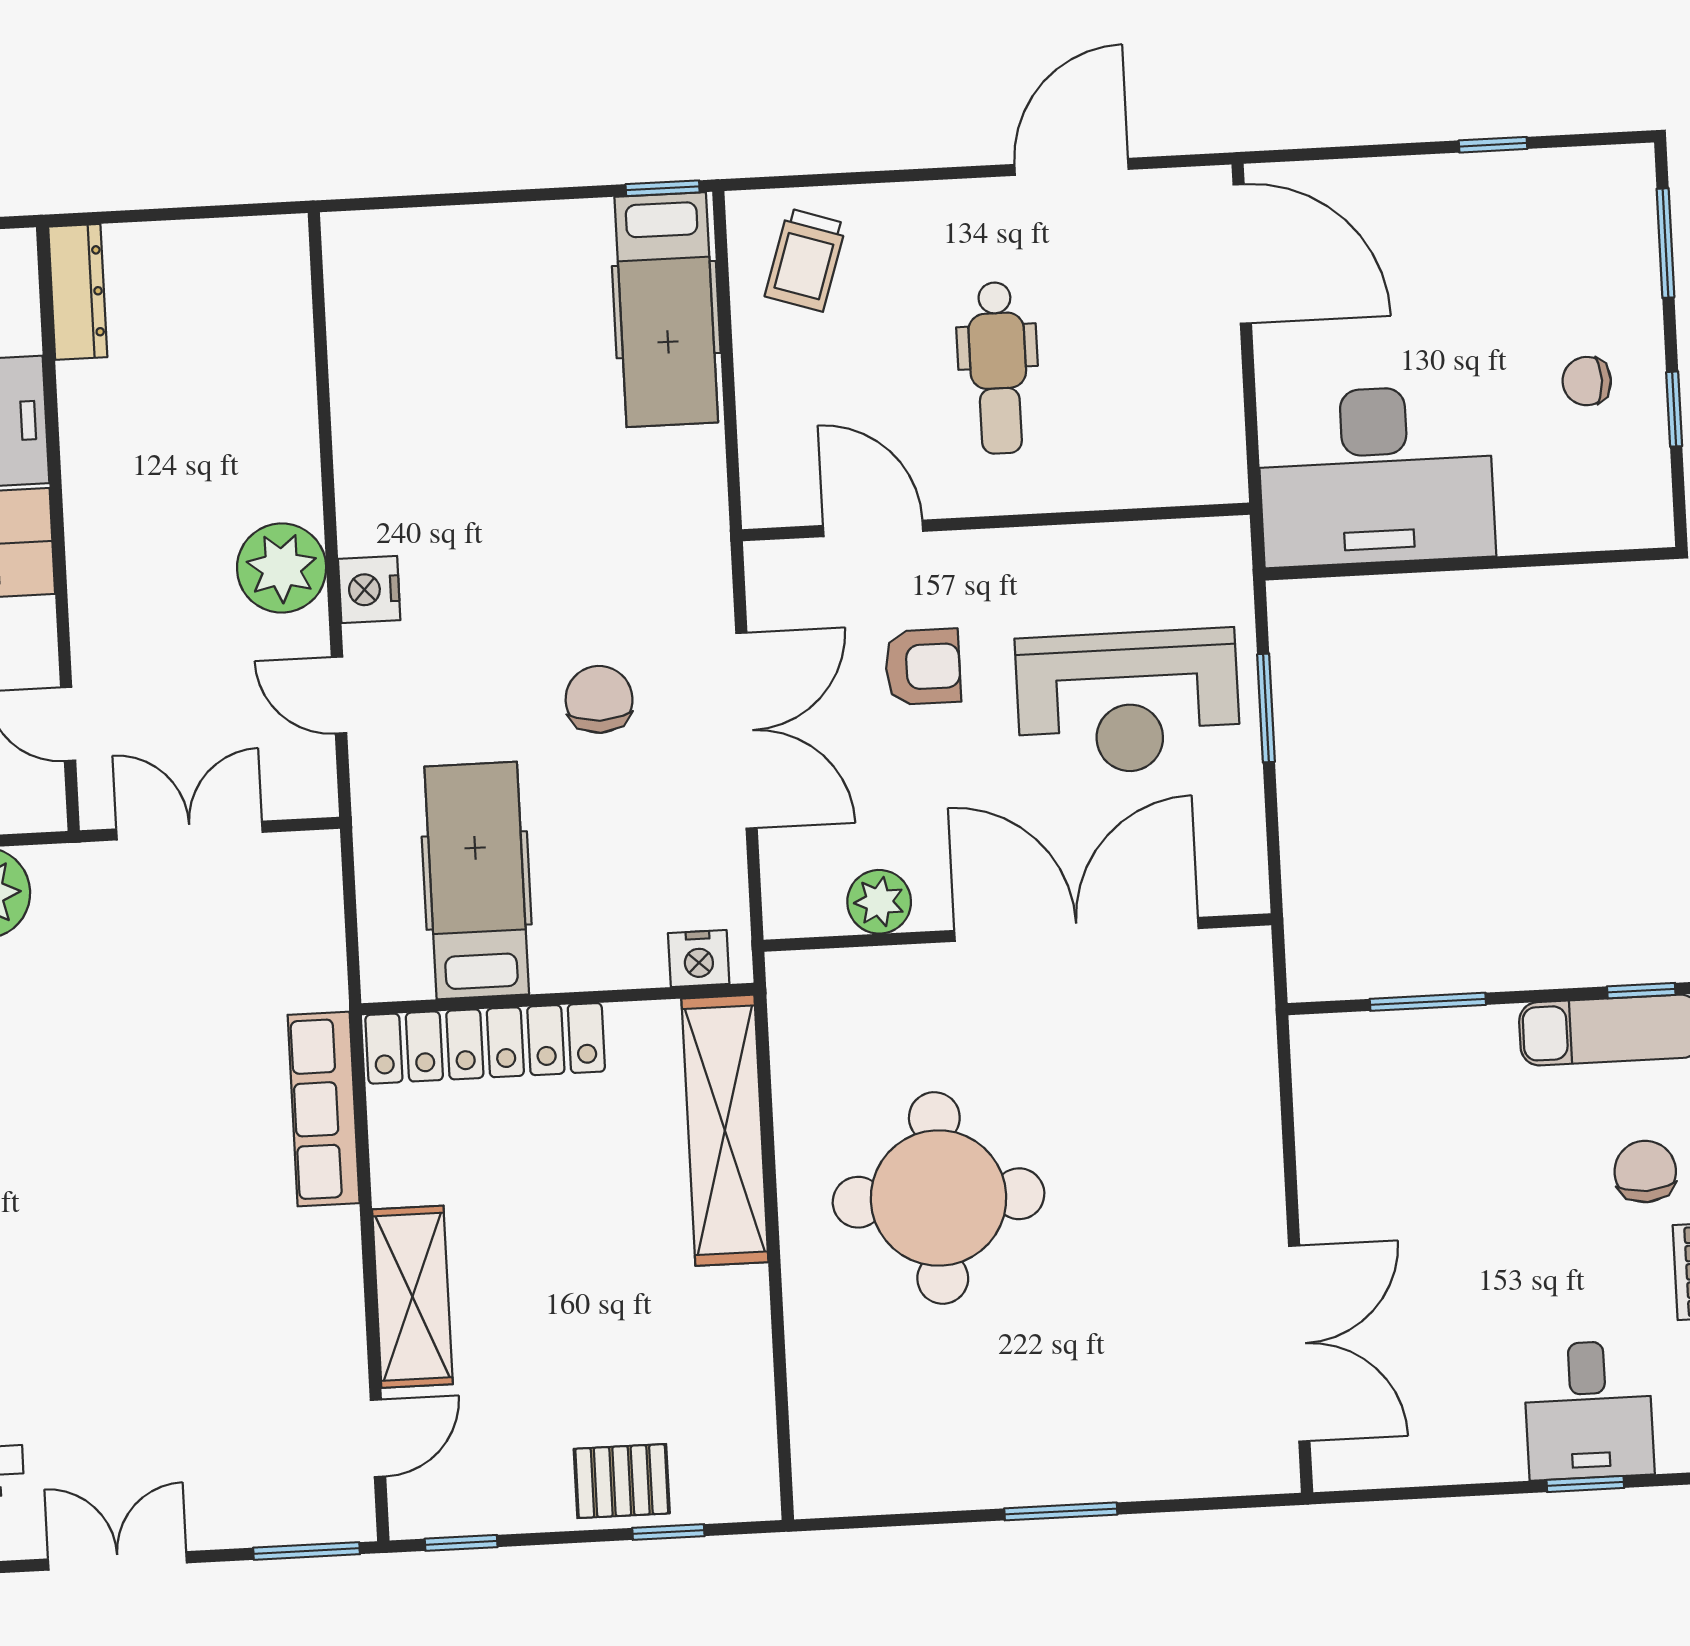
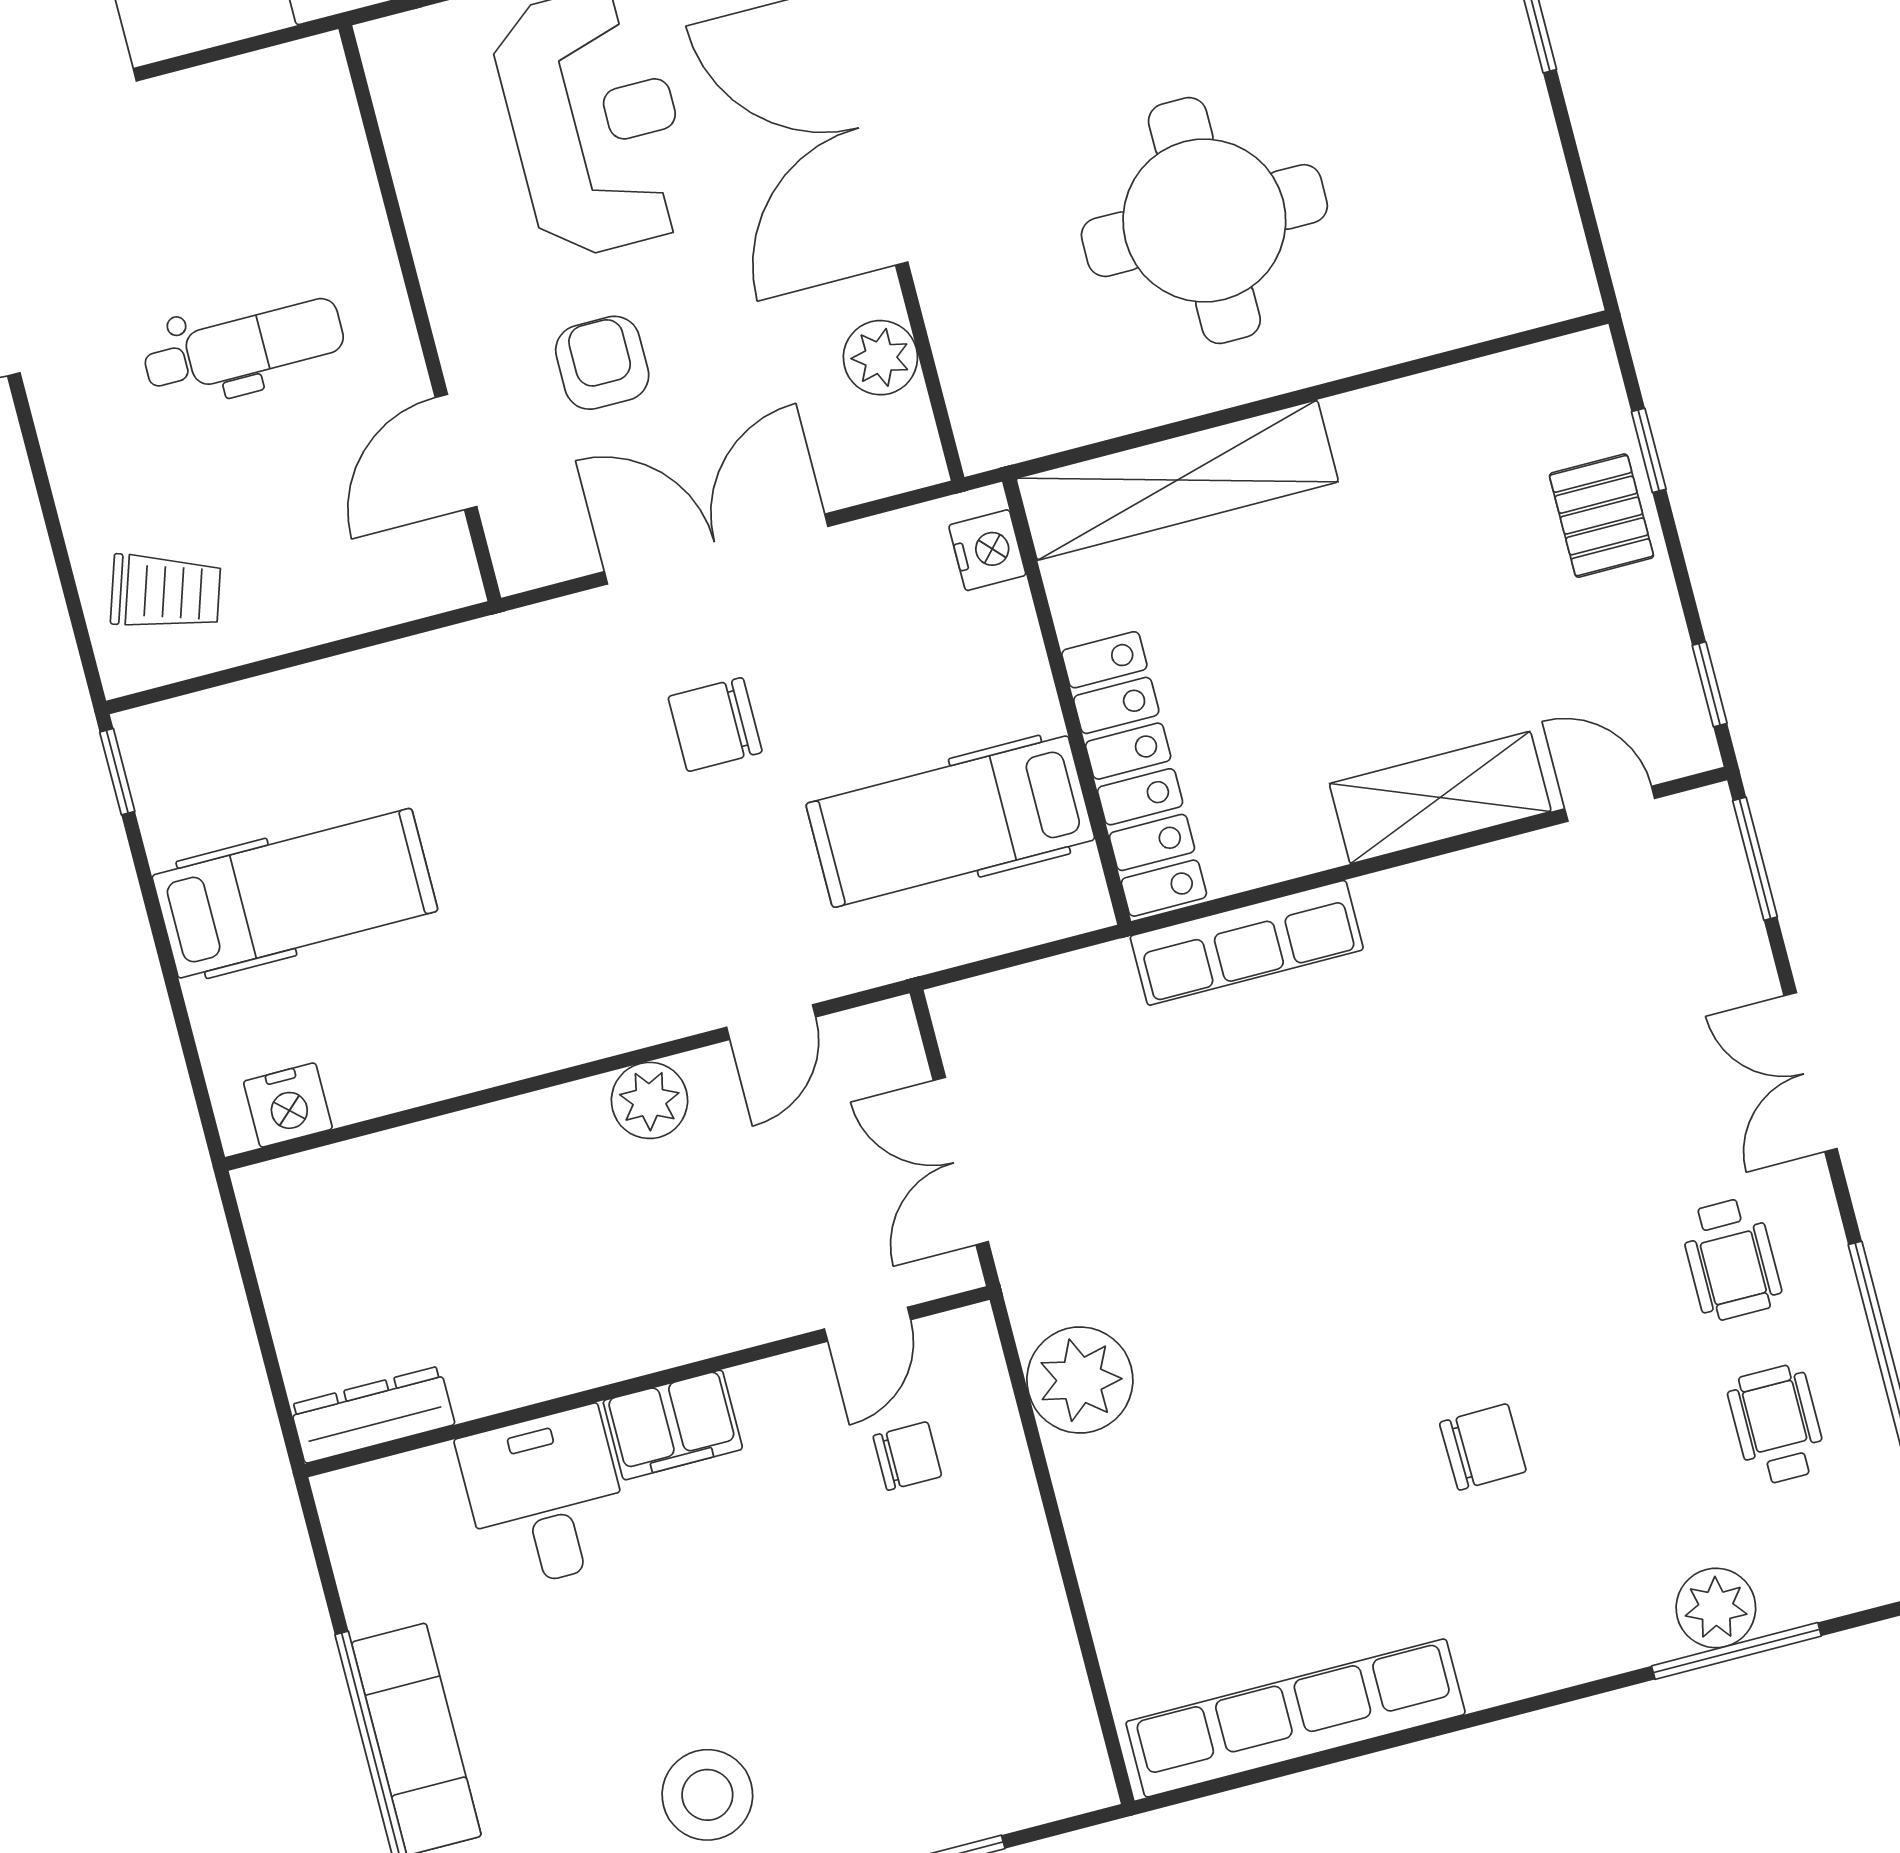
hospital bed: (666, 310) -> (295, 893), moved
plant: (282, 568) -> (649, 1100), width x0.73, depth x0.73
nightstand: (369, 589) -> (288, 1105), moved

